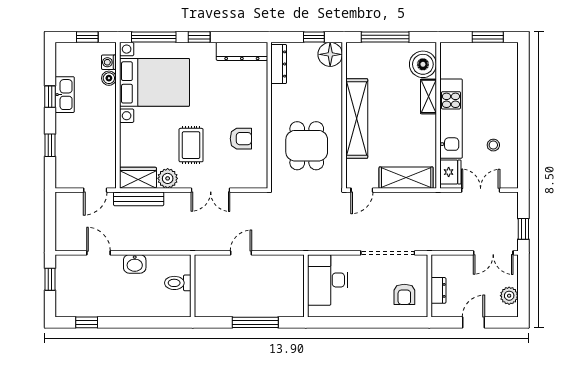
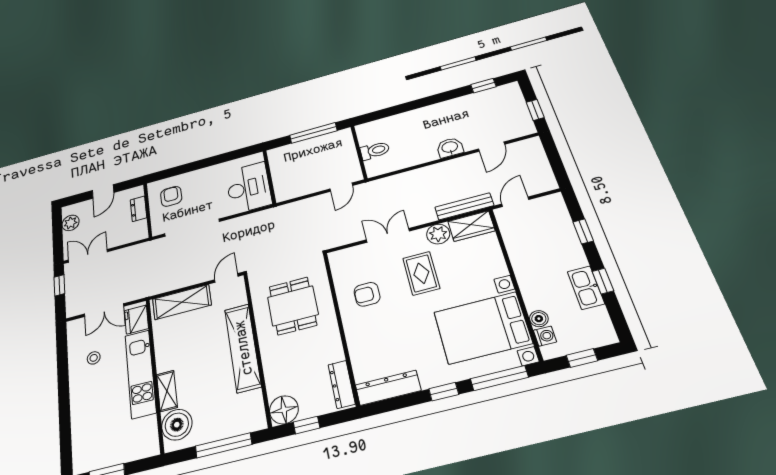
door: (99, 253) -> (492, 147), hinge flipped
toilet: (178, 283) -> (375, 151), moved
wall: (193, 286) -> (359, 152), moved

